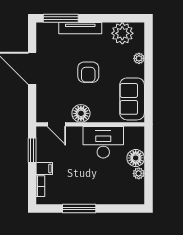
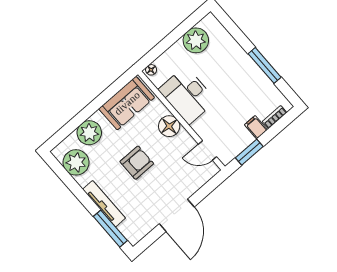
plant: (139, 58) -> (89, 133), width x1.88, depth x1.88
floor lamp: (81, 113) -> (169, 126), moved
door: (56, 124) -> (207, 150), swing flipped
floor lamp: (136, 158) -> (151, 70), moved, width x0.53, depth x0.53
plant: (139, 173) -> (196, 40), width x1.88, depth x1.88

